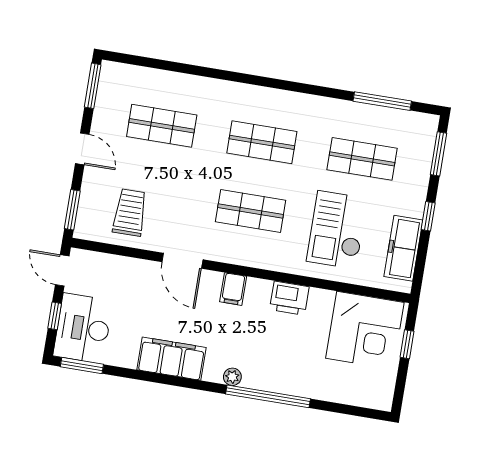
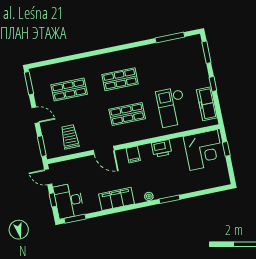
shop shelf: (362, 159) -> (171, 69), removed
window: (268, 396) -> (170, 199), width x0.47

